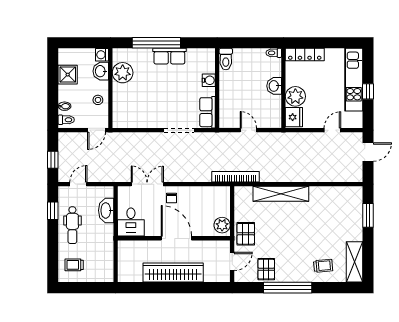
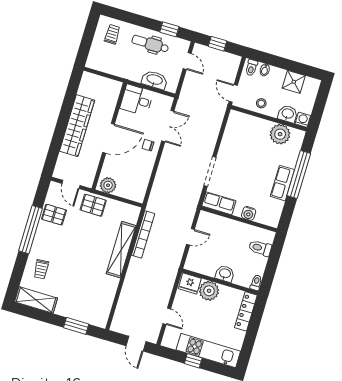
toilet: (226, 59) -> (260, 248), moved
bookcase: (236, 177) -> (143, 234), moved

